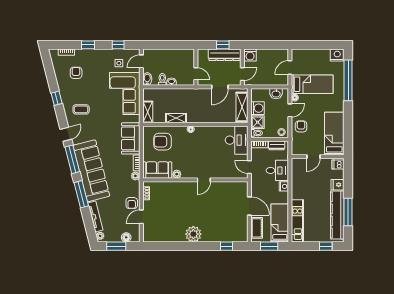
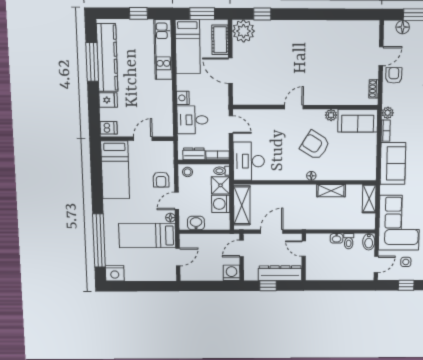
dresser: (225, 55) -> (280, 273), moved
armchair: (163, 142) -> (315, 145), moved, turned -148
plant: (193, 234) -> (243, 31), moved
window: (326, 246) -> (138, 13), moved

